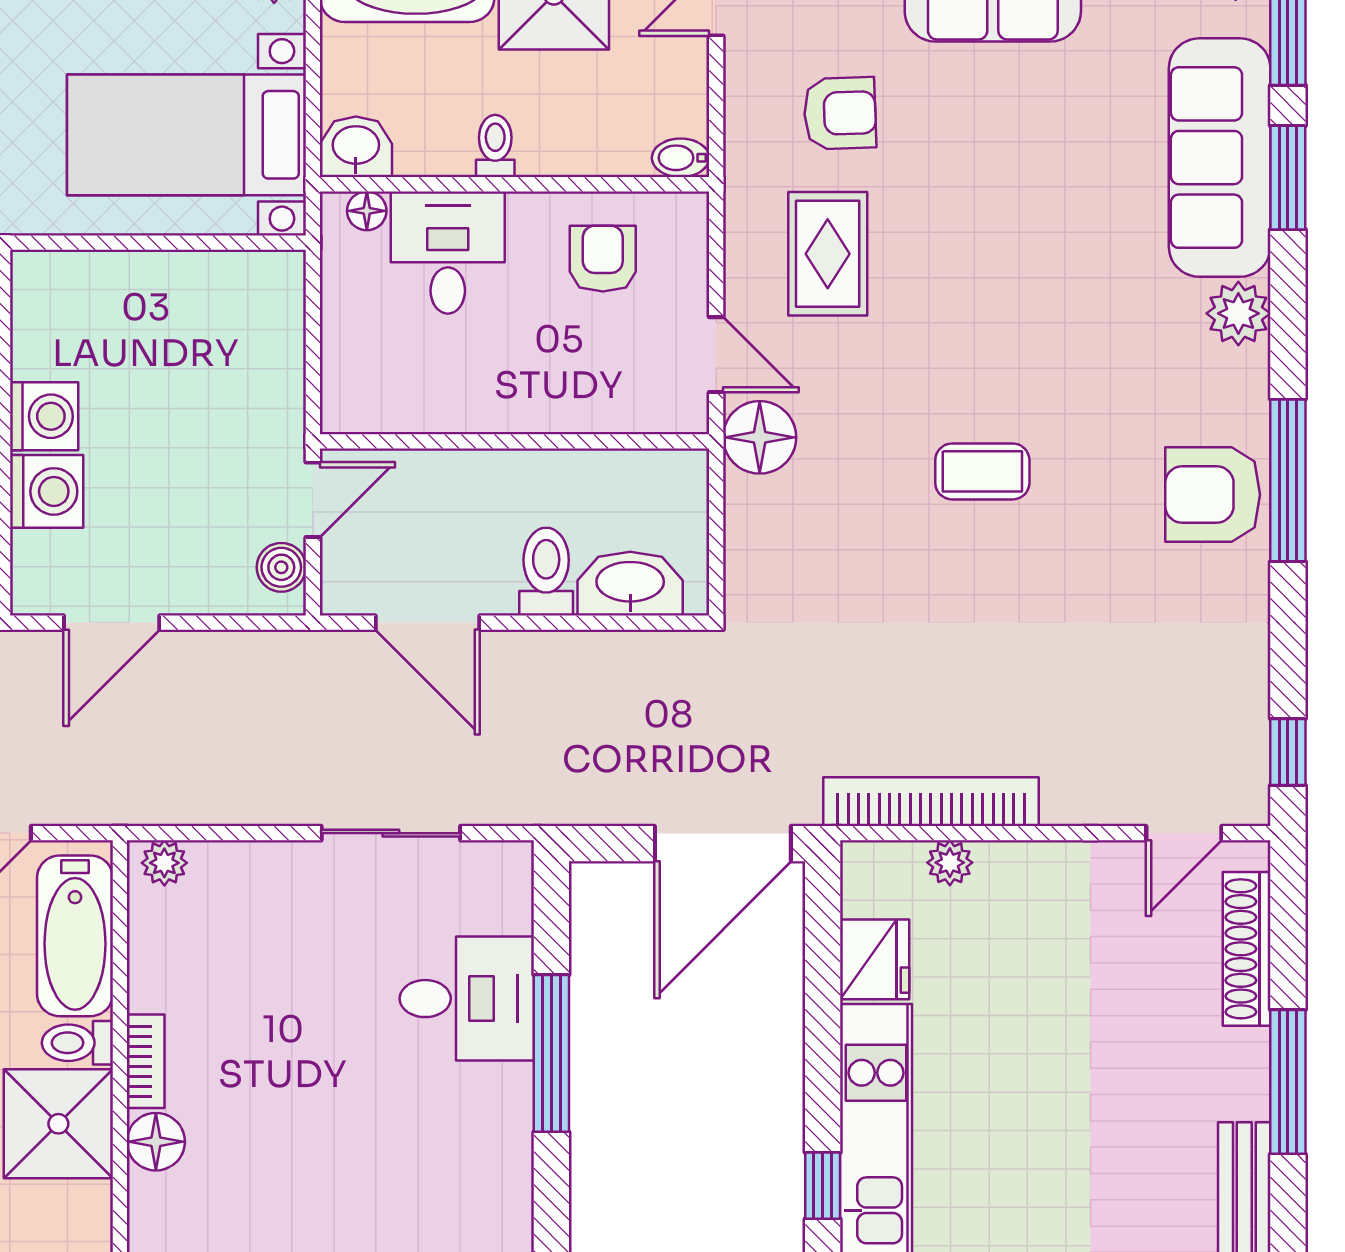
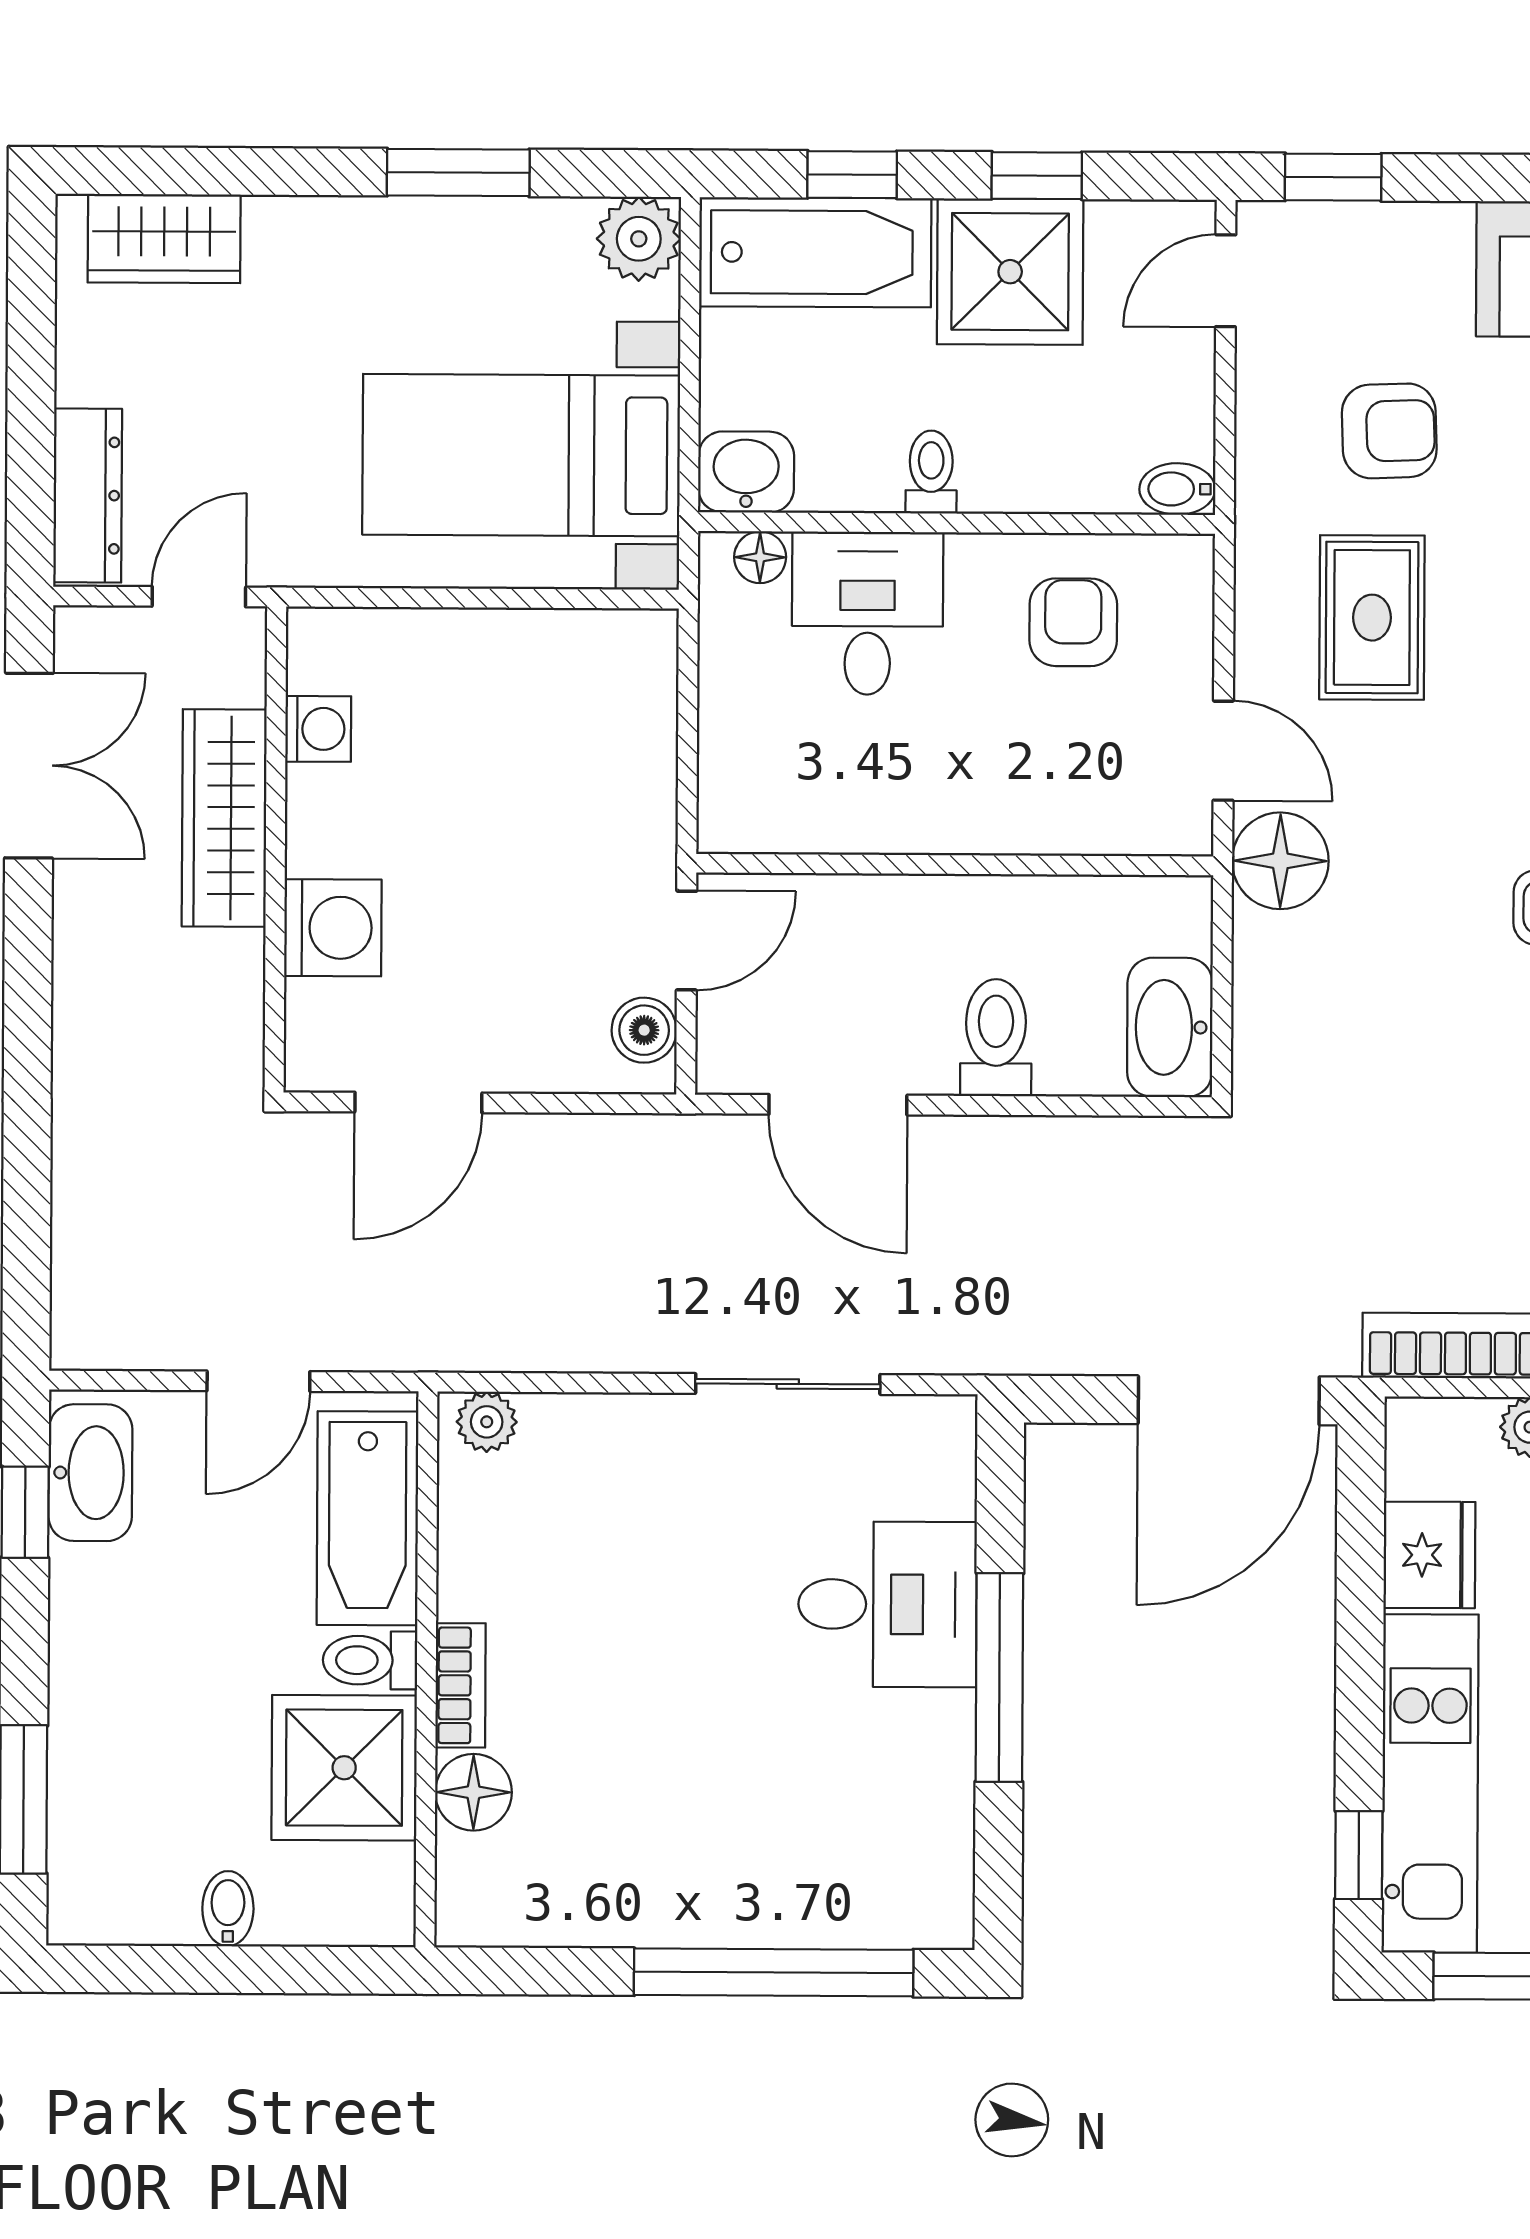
washing machine: (44, 416) -> (318, 729), moved, width x0.73, depth x0.73
washbasin: (630, 584) -> (1170, 1027), moved, turned -90

